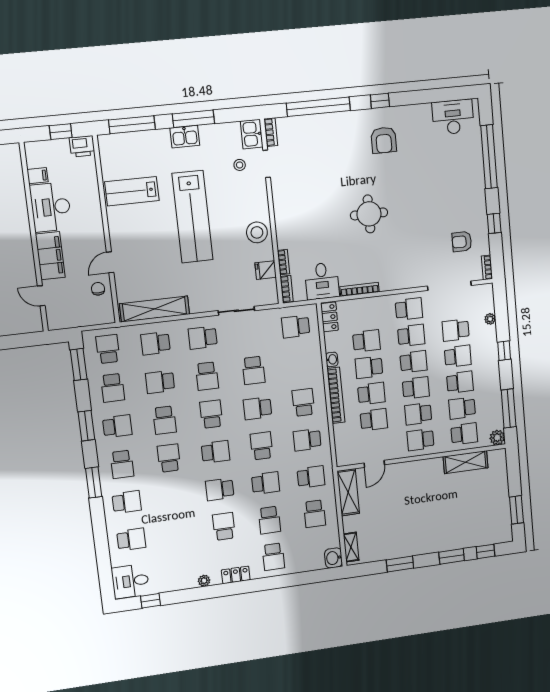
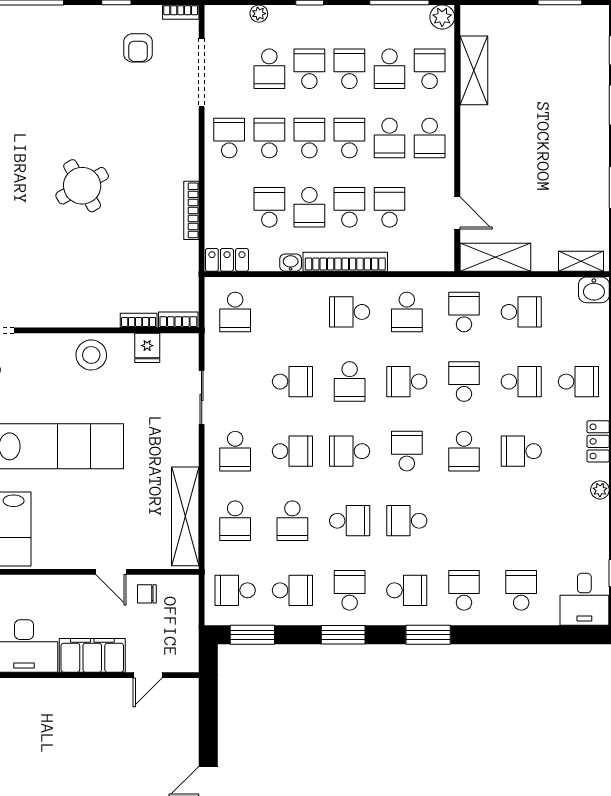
round table: (369, 214) -> (82, 186), turned -30
desk: (322, 281) -> (173, 266), removed

